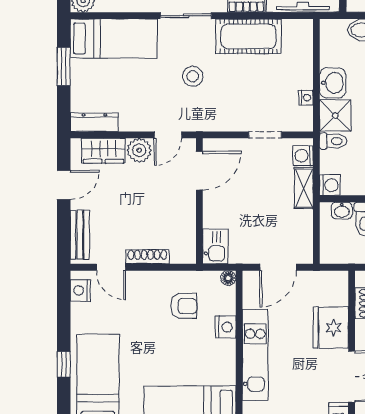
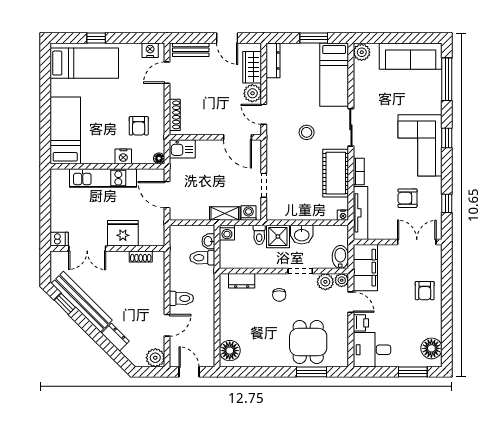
nightstand: (306, 98) -> (343, 215), moved
shoe rack: (147, 257) -> (175, 115), moved

